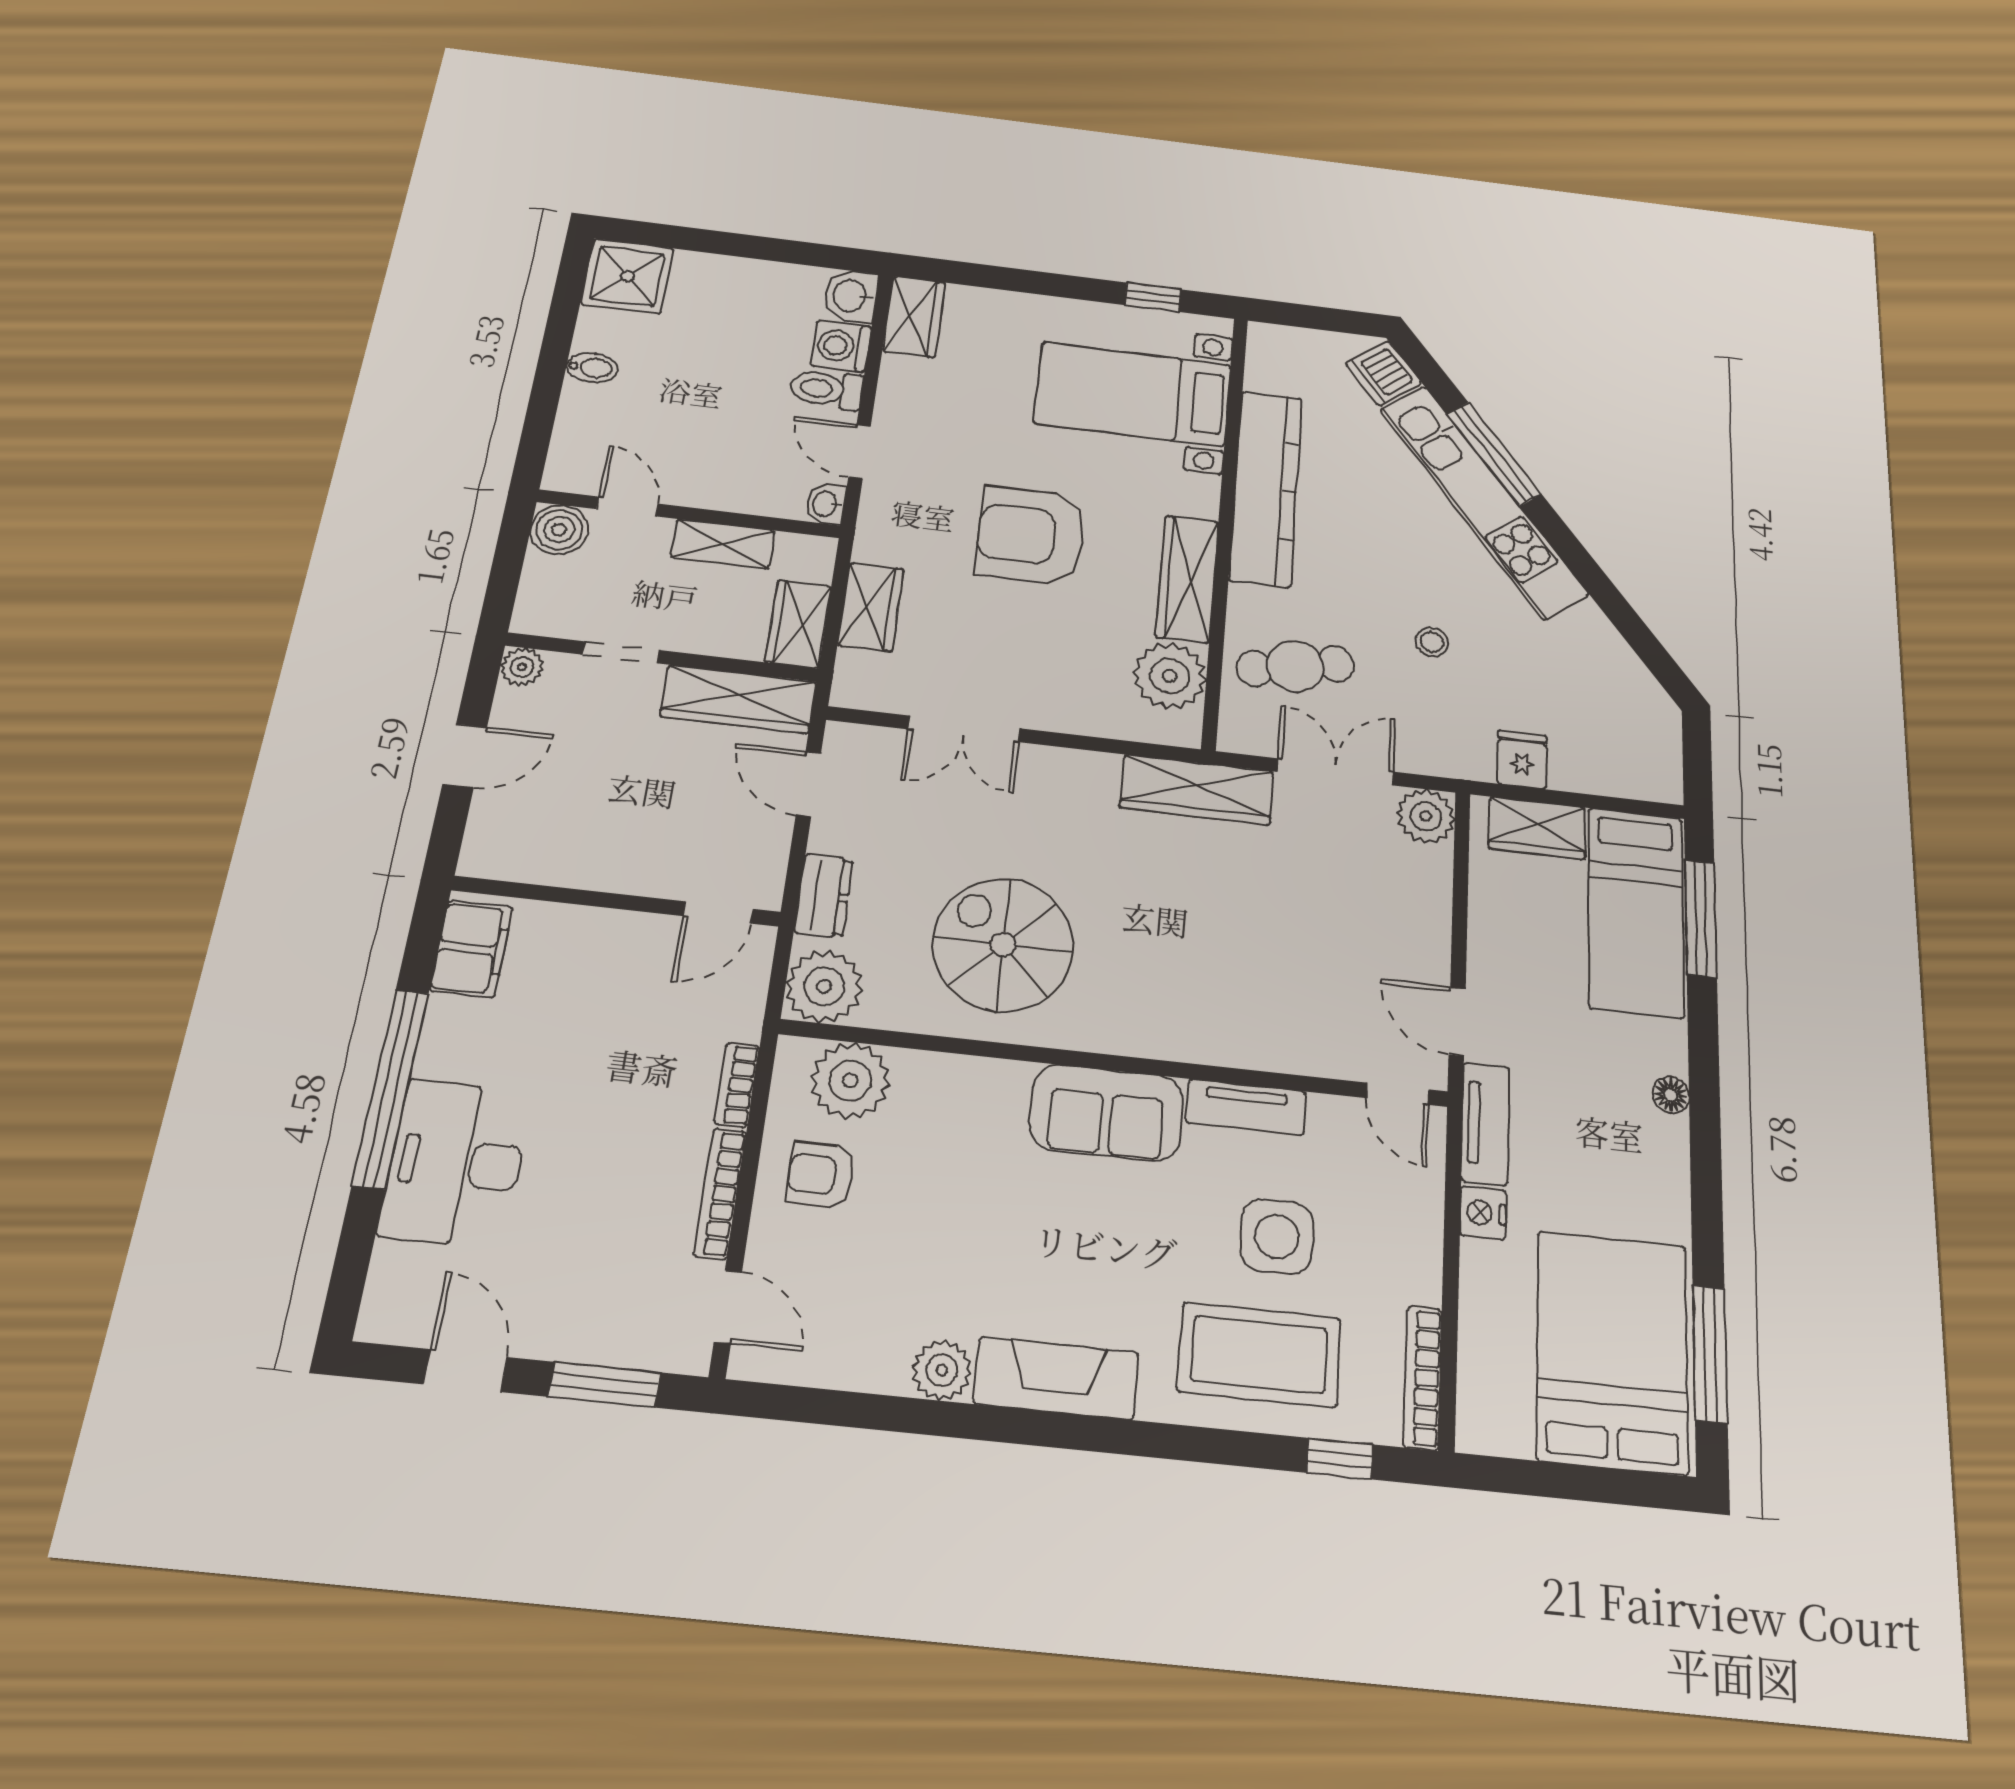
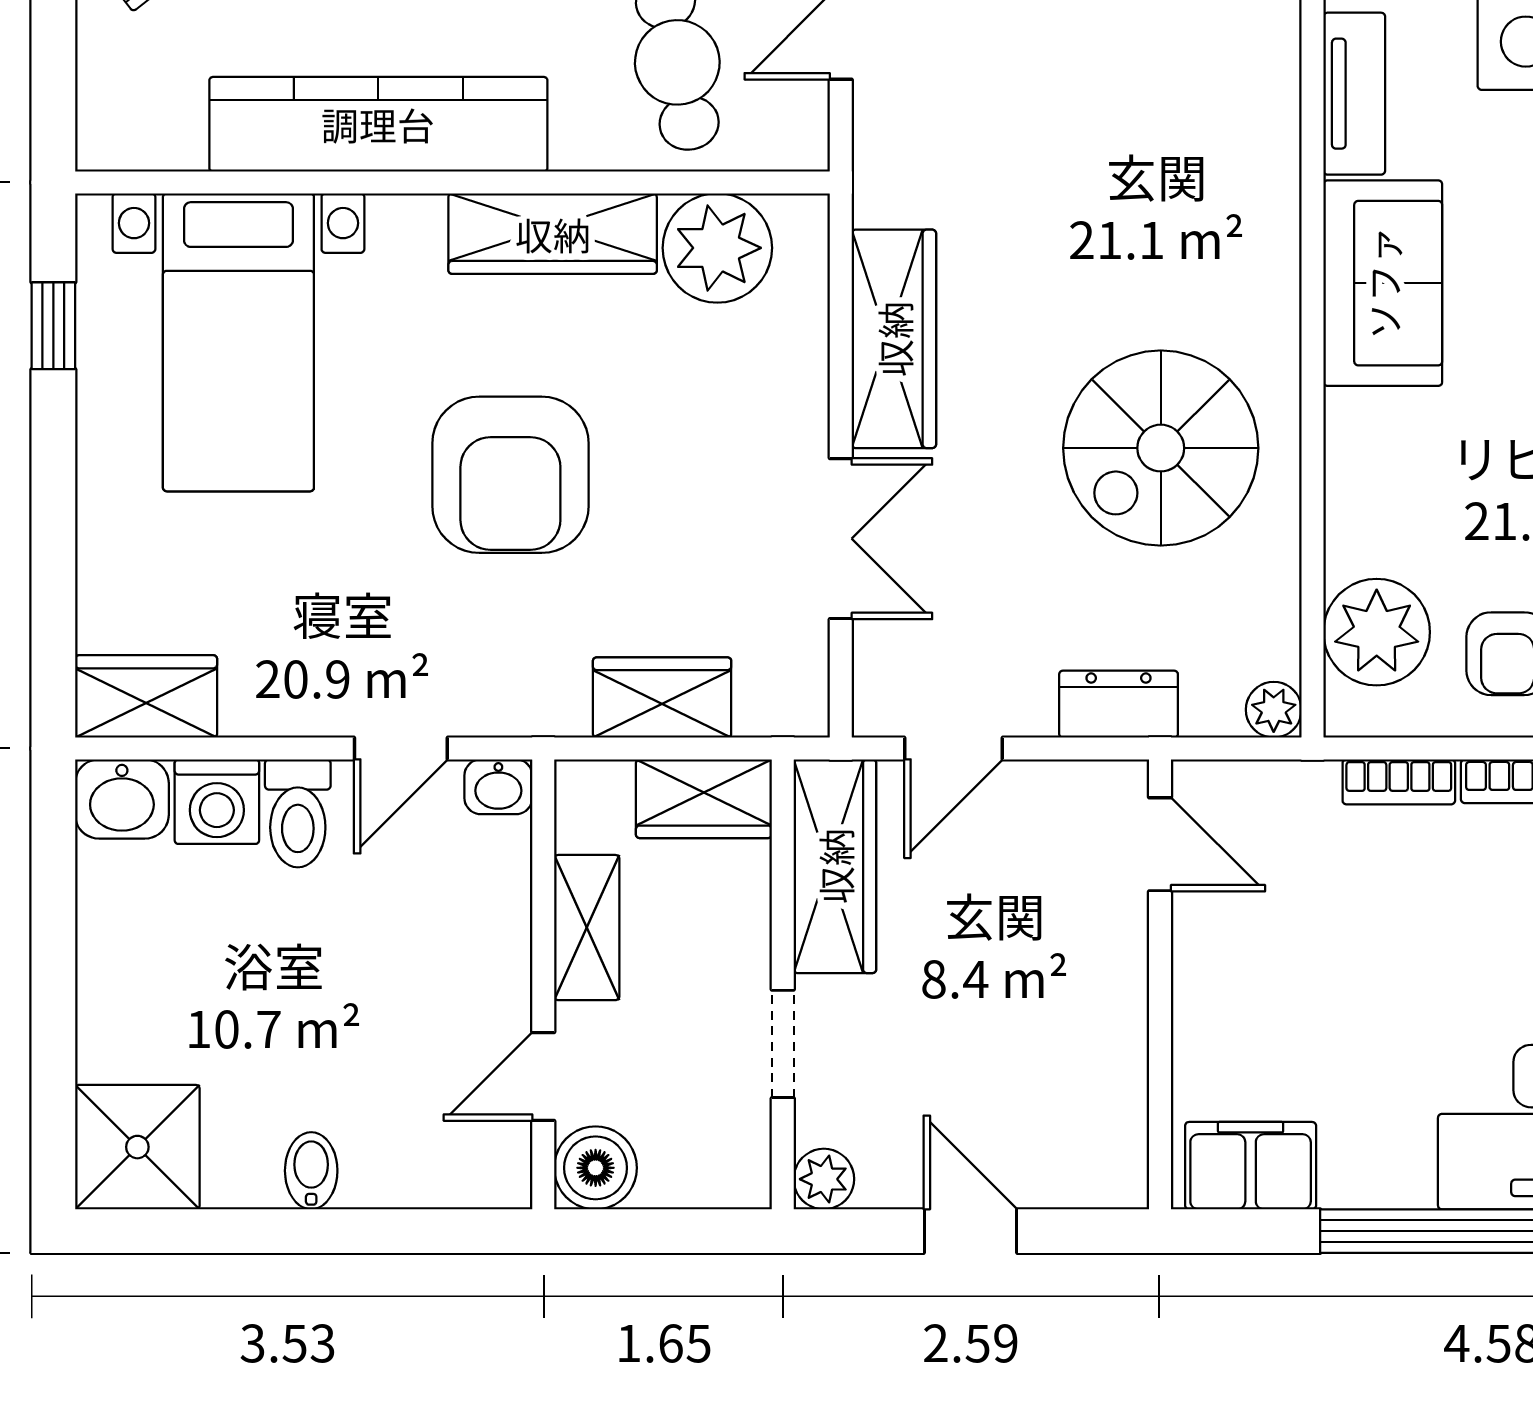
wardrobe: (1197, 790) -> (894, 339), moved
plant: (824, 986) -> (1274, 710), width x0.53, depth x0.53

